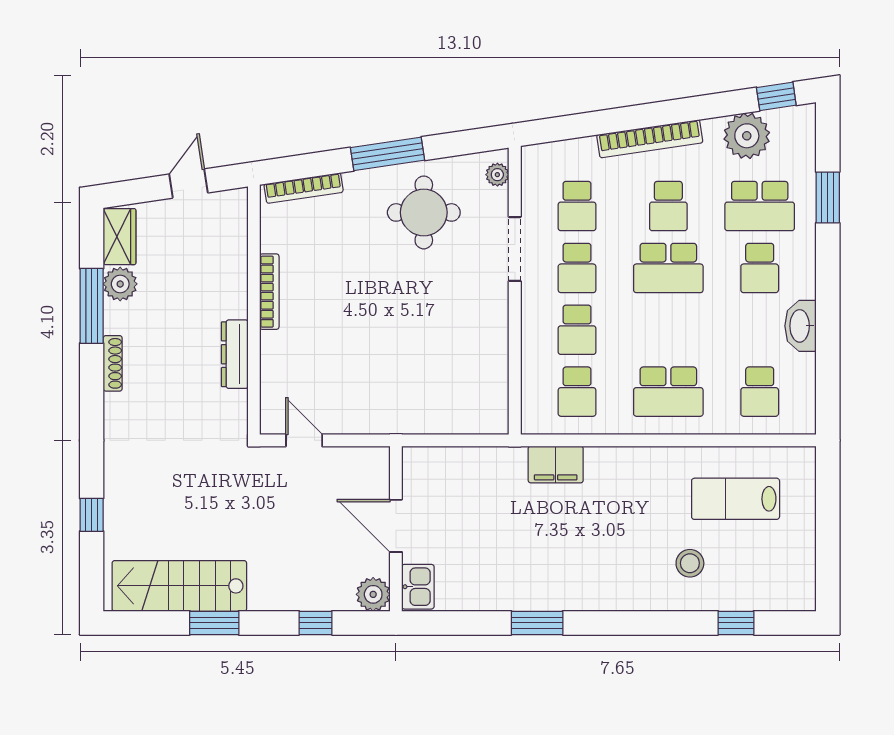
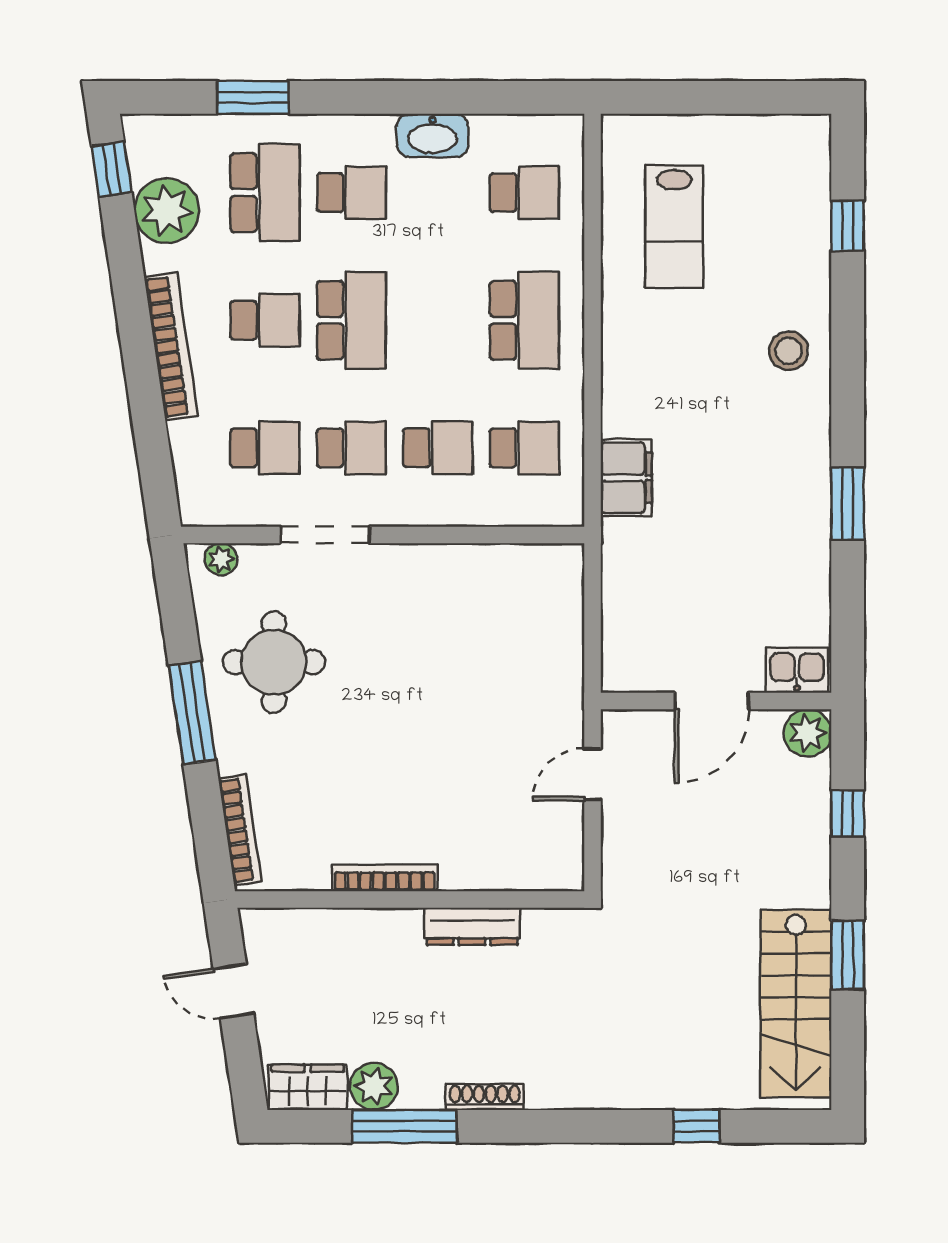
door: (304, 440) -> (592, 774), moved
stool: (690, 563) -> (789, 351), moved

